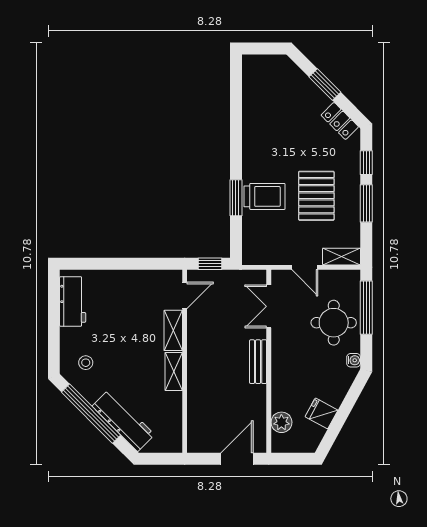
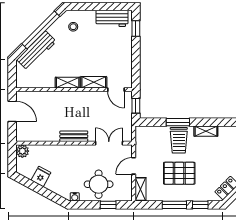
shelving: (250, 154) -> (206, 131), added
window: (89, 264) -> (136, 29), added
window: (366, 308) -> (108, 205), width x0.46
plant: (281, 422) -> (22, 151), moved
door: (237, 459) -> (12, 111), moved

